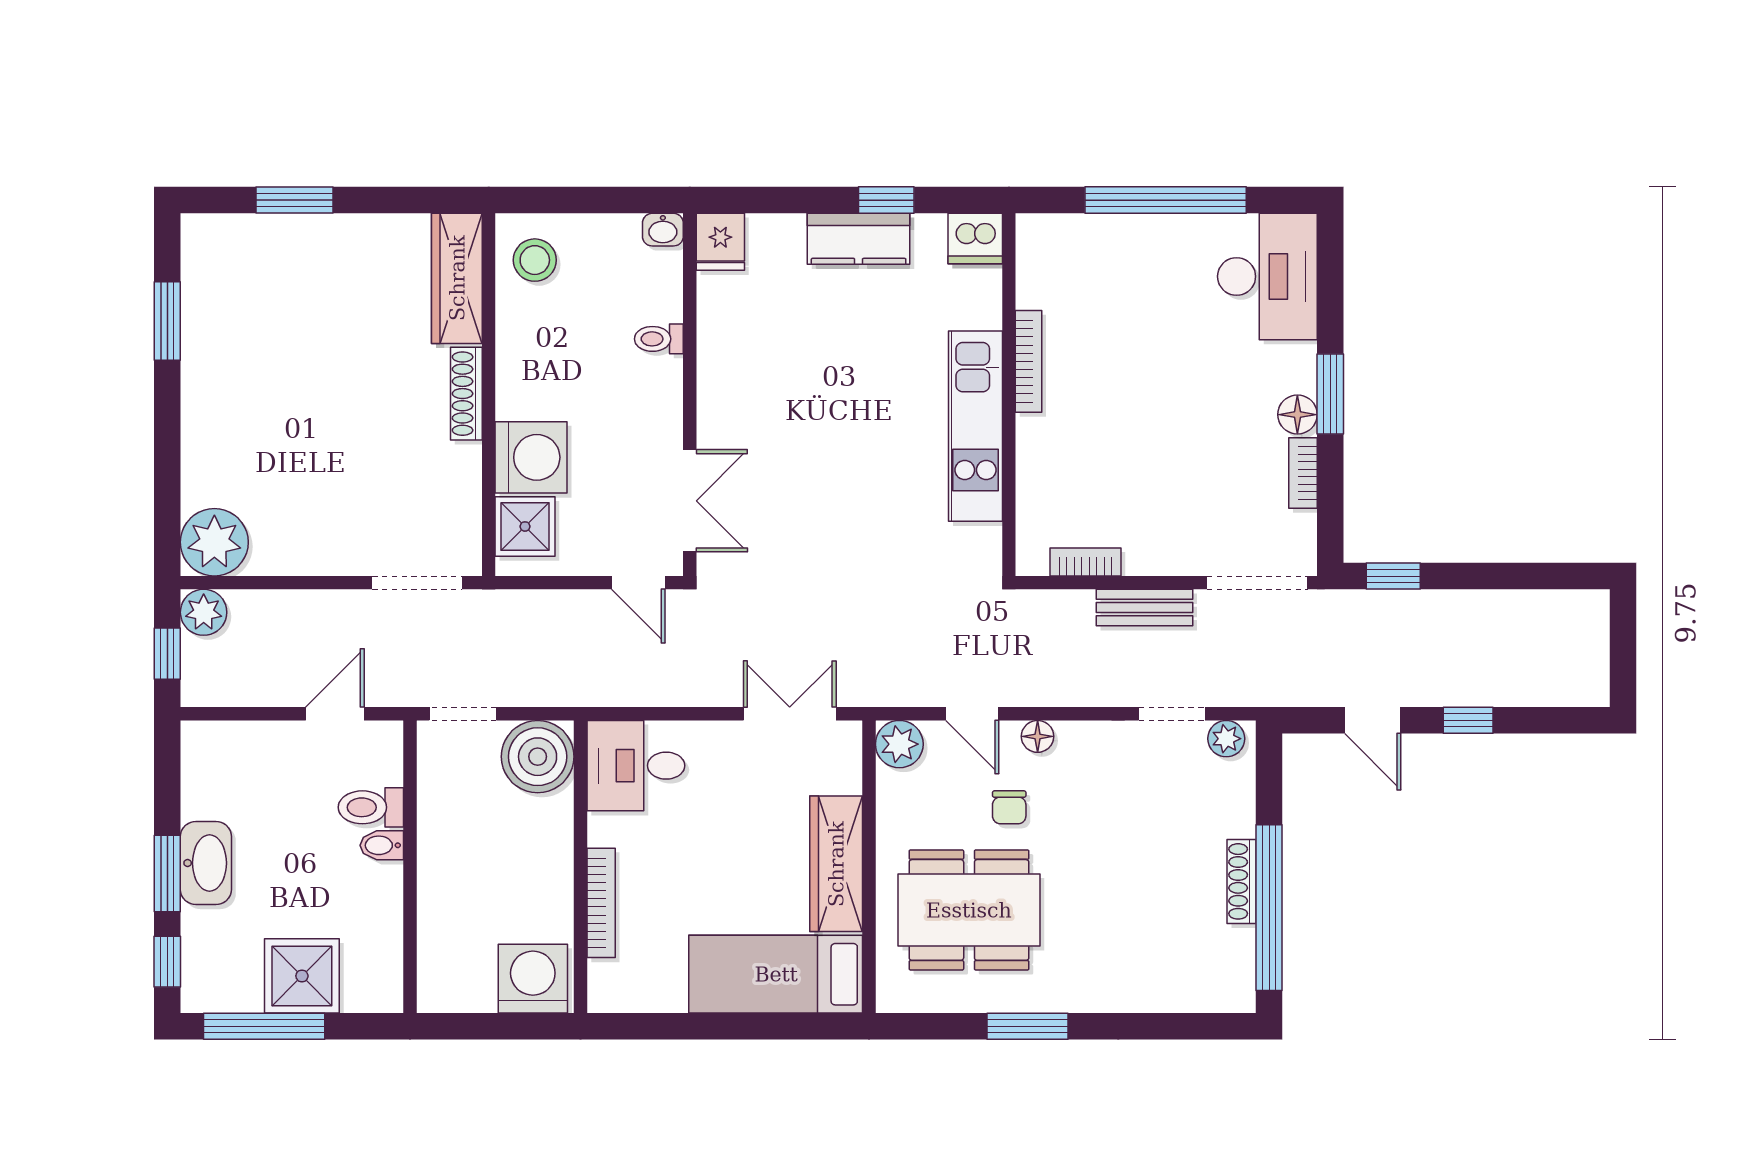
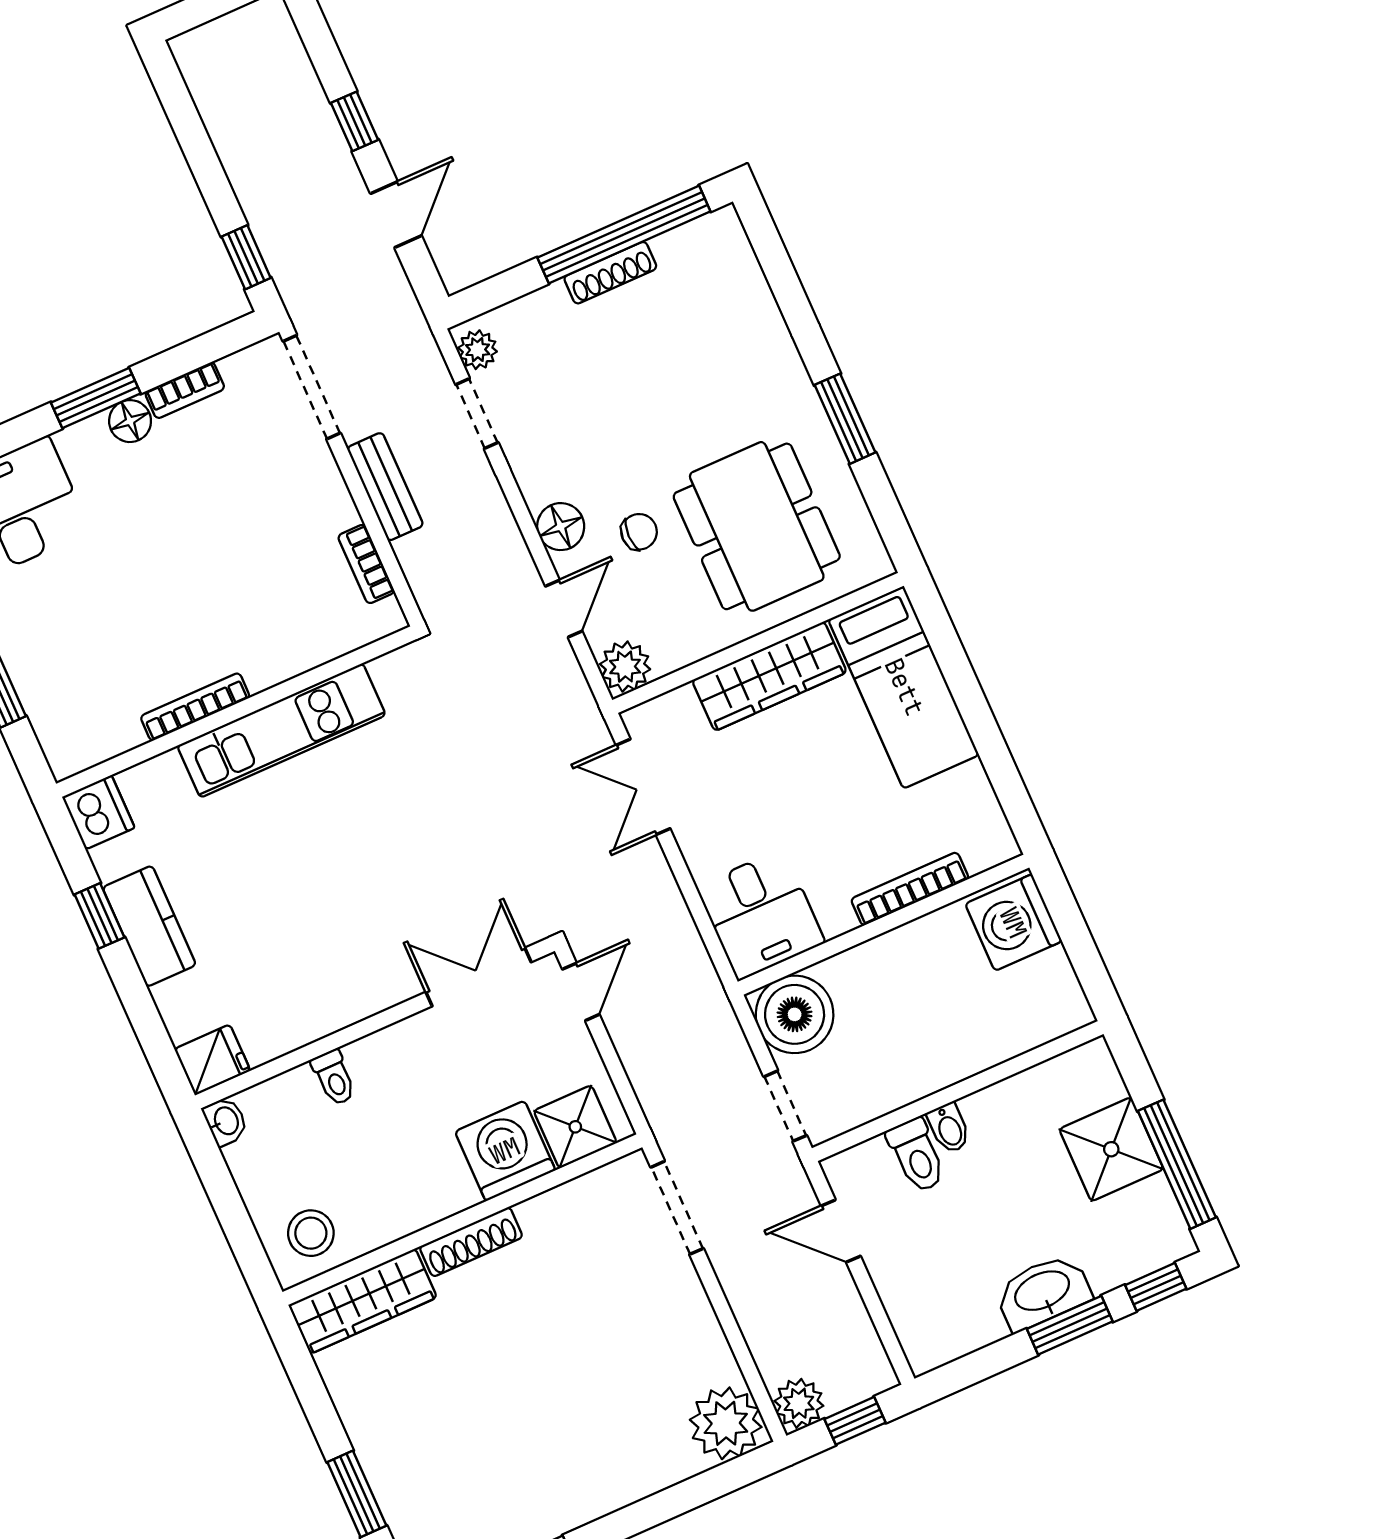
floor lamp: (1038, 736) -> (561, 527), width x1.37, depth x1.37

